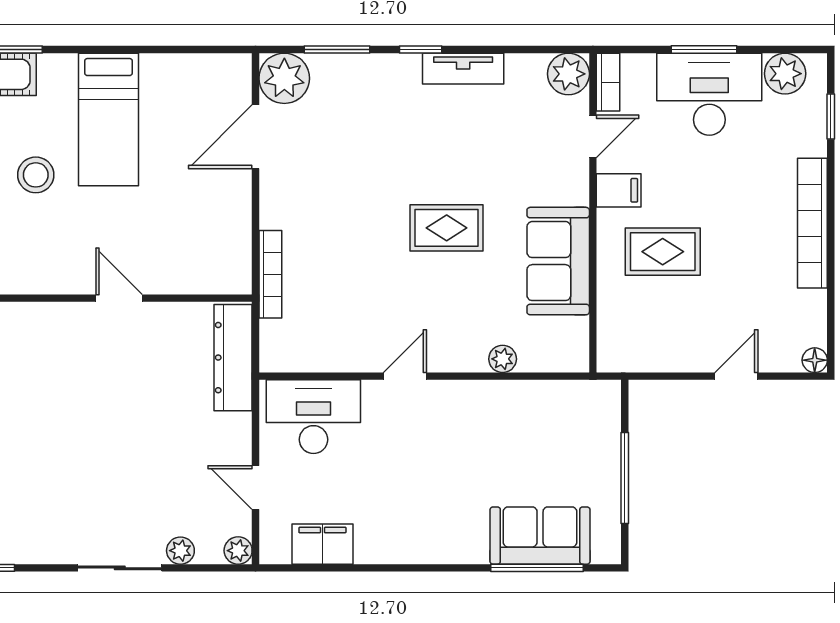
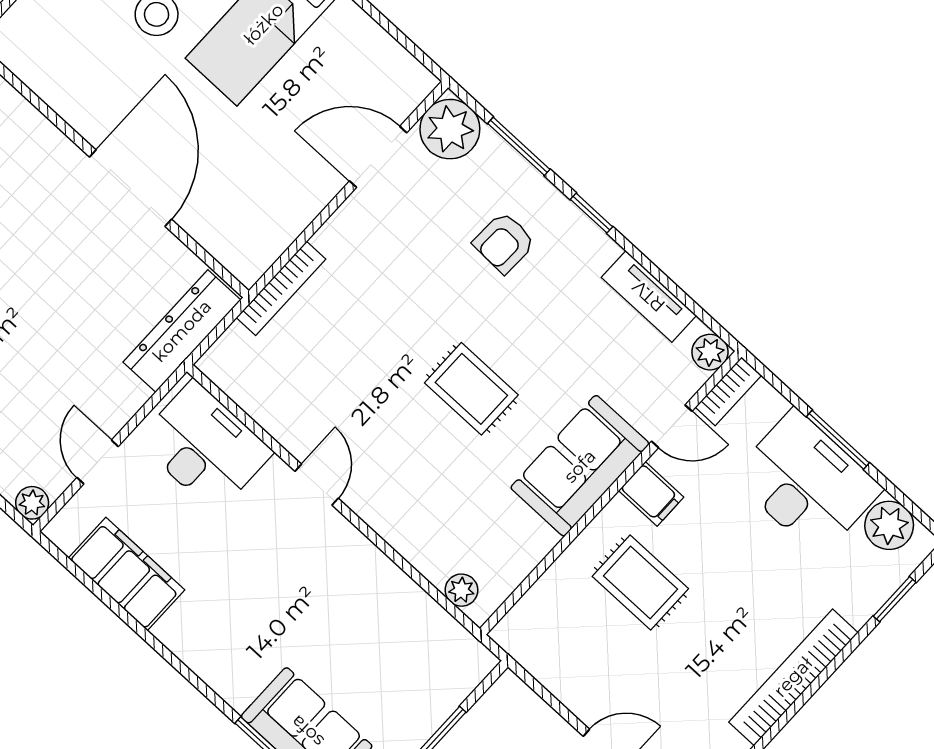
tv unit: (463, 69) -> (649, 296), moved
plant: (568, 74) -> (710, 352), width x0.73, depth x0.73
armchair: (383, 118) -> (504, 243), added
sofa: (558, 261) -> (580, 466), moved
door: (119, 298) -> (131, 188), width x1.87
plant: (503, 359) -> (461, 590), moved
door: (405, 376) -> (317, 485), hinge flipped
filing cabinet: (322, 544) -> (126, 574), width x1.50, depth x1.17

